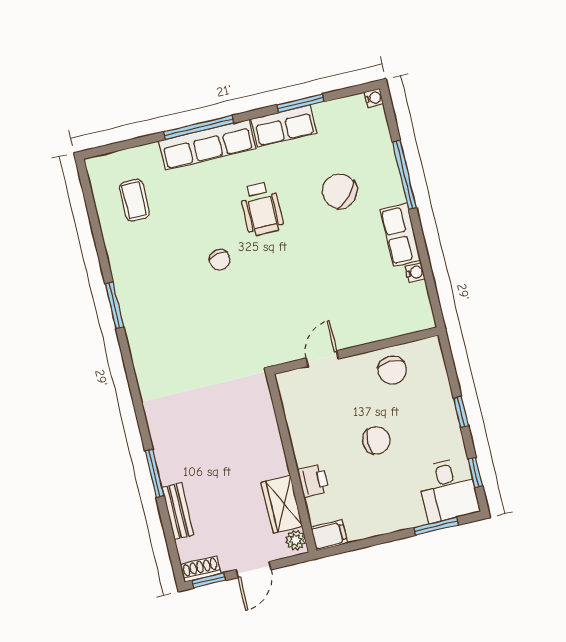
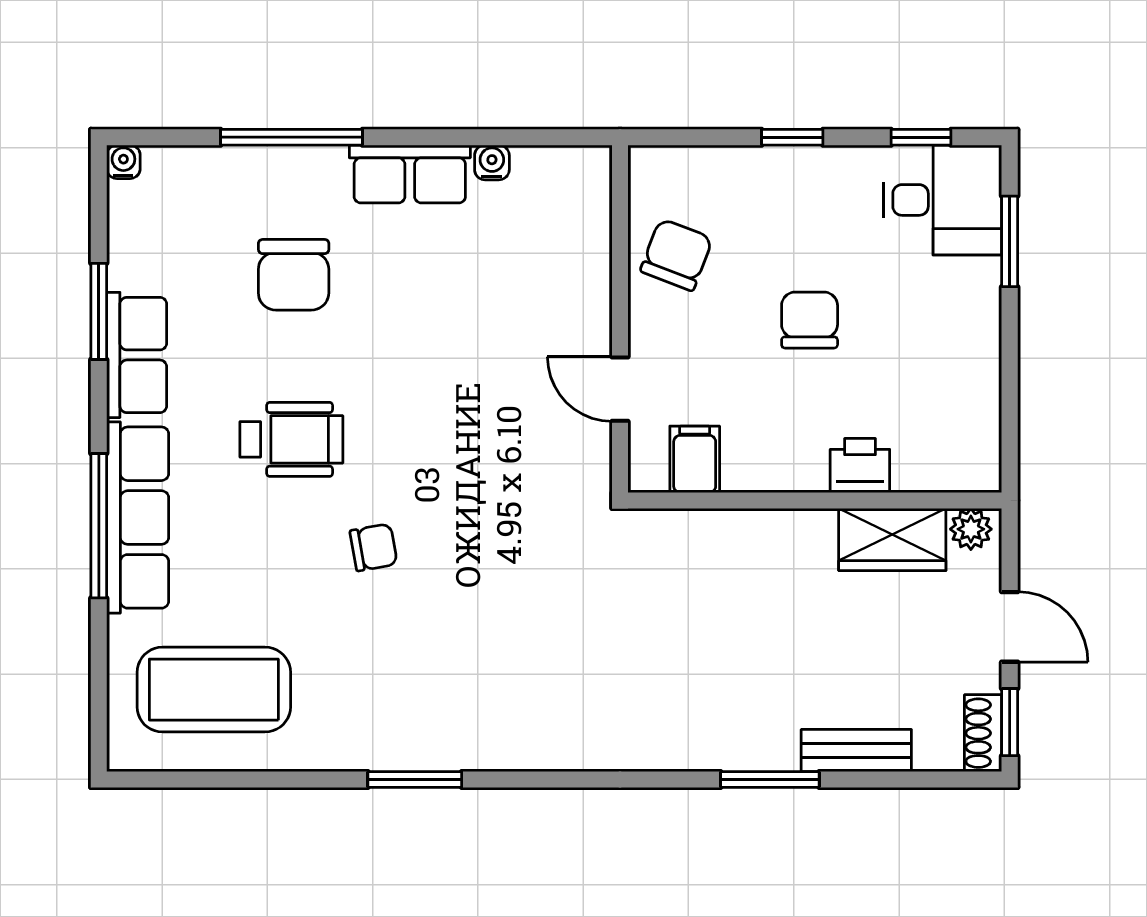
chair: (340, 191) -> (294, 275), turned -44
coffee table: (134, 200) -> (214, 690), width x1.86, depth x1.72
chair: (392, 370) -> (677, 255), turned -69
filing cabinet: (329, 535) -> (695, 459), moved

